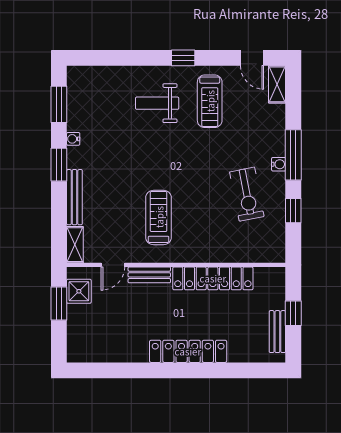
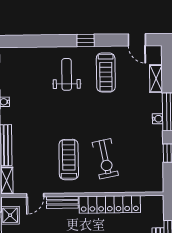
shelving: (277, 84) -> (156, 79), moved
weight bench: (157, 103) -> (67, 74), turned 90
exercise bike: (247, 194) -> (105, 159), moved

